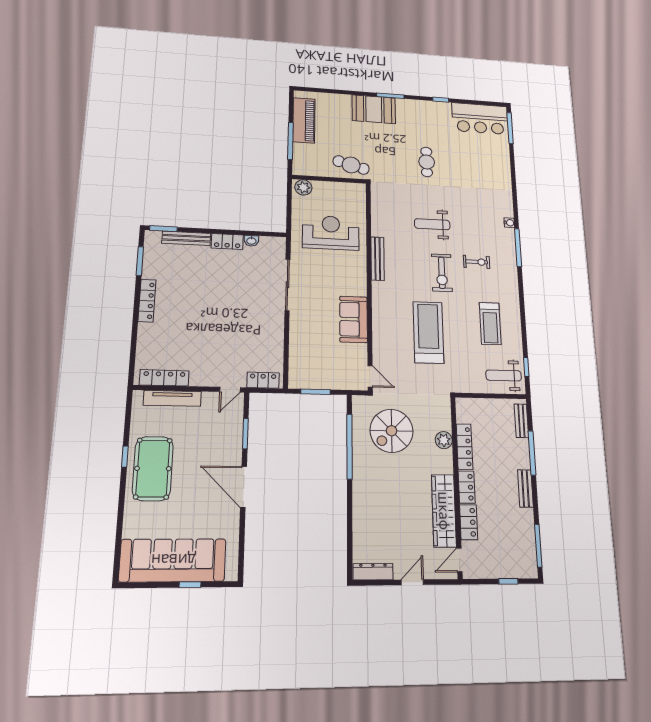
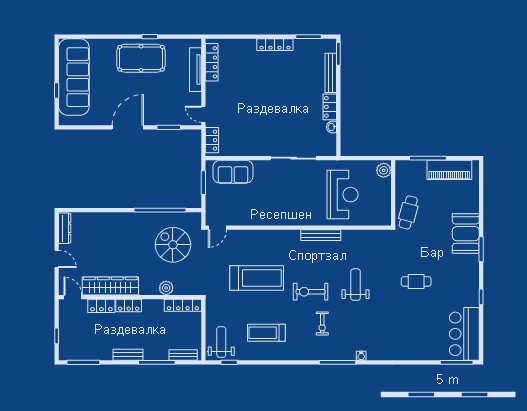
sofa: (354, 319) -> (233, 172), moved, turned 180
locker: (464, 447) -> (183, 305), moved

